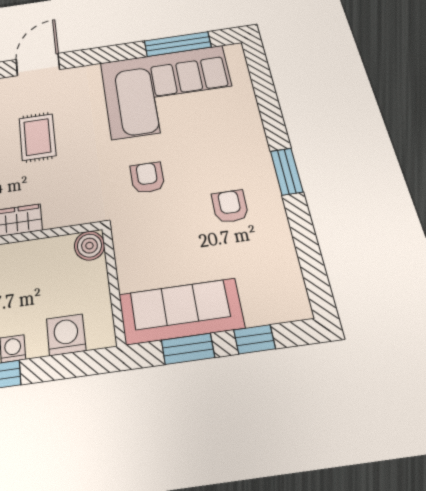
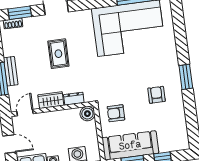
armchair: (147, 178) -> (116, 113), moved, turned -90
dresser: (63, 217) -> (74, 99), added

